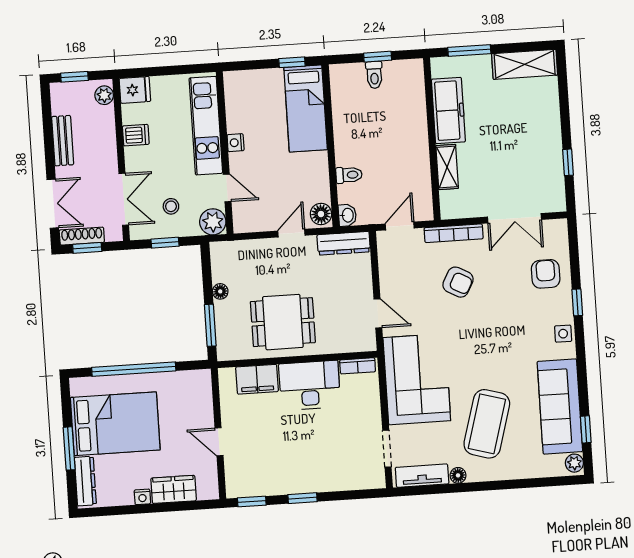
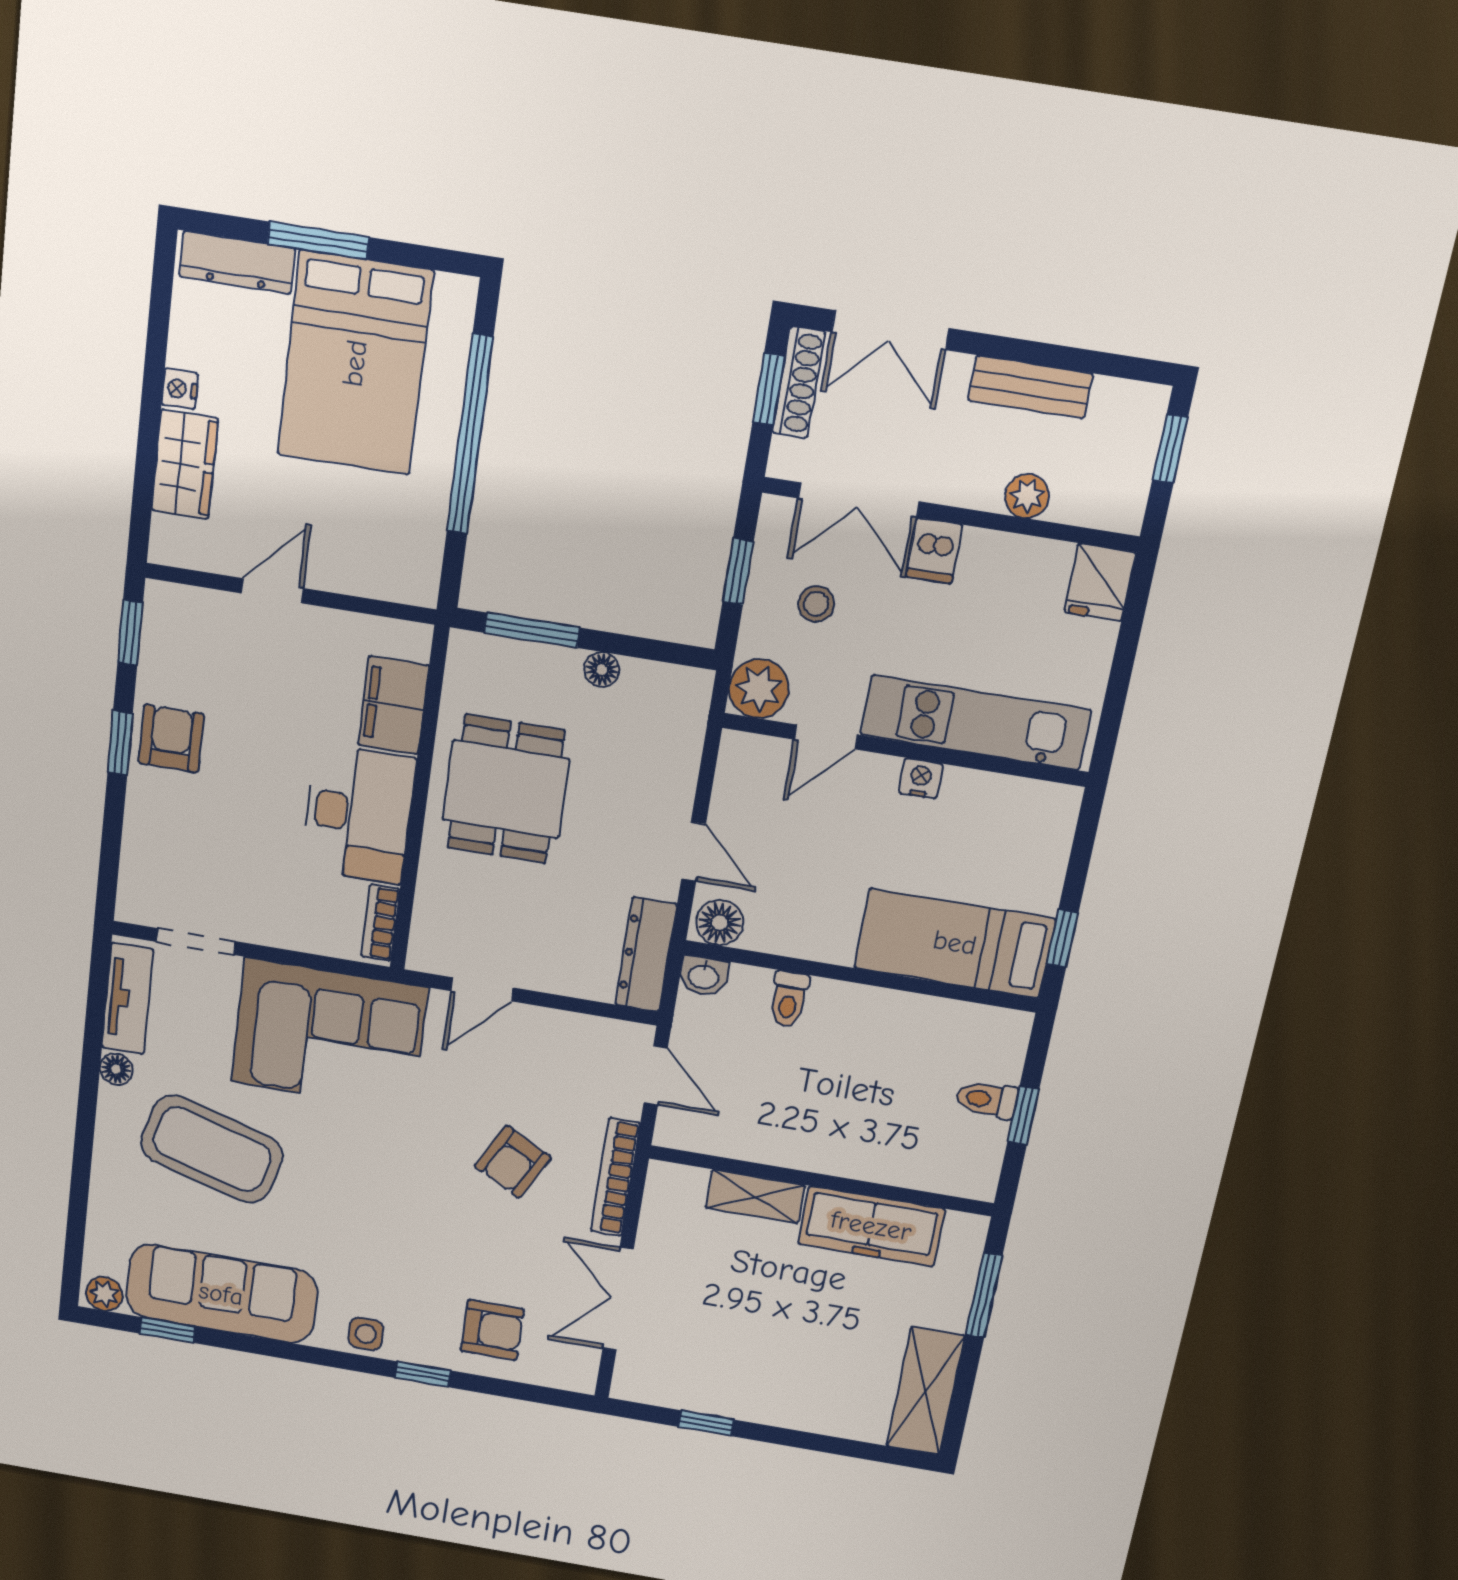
plant: (104, 95) -> (1027, 496), moved
dishwasher: (136, 135) -> (934, 551), moved
armchair: (295, 475) -> (171, 738), added

